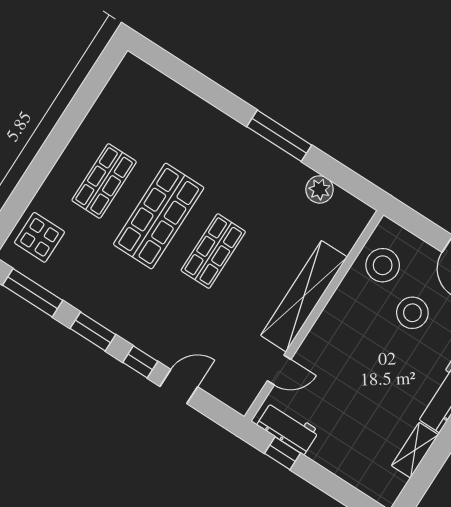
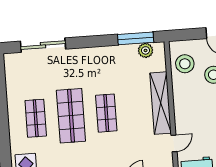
sliding door: (195, 82) -> (43, 45), added
window: (279, 136) -> (136, 38), moved
plant: (320, 189) -> (146, 50), moved

